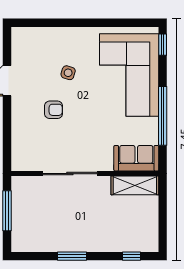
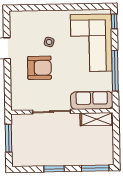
armchair: (54, 110) -> (39, 68), width x1.88, depth x1.88
sofa: (136, 158) -> (92, 100), width x1.36
window: (131, 256) -> (95, 168), width x2.17

